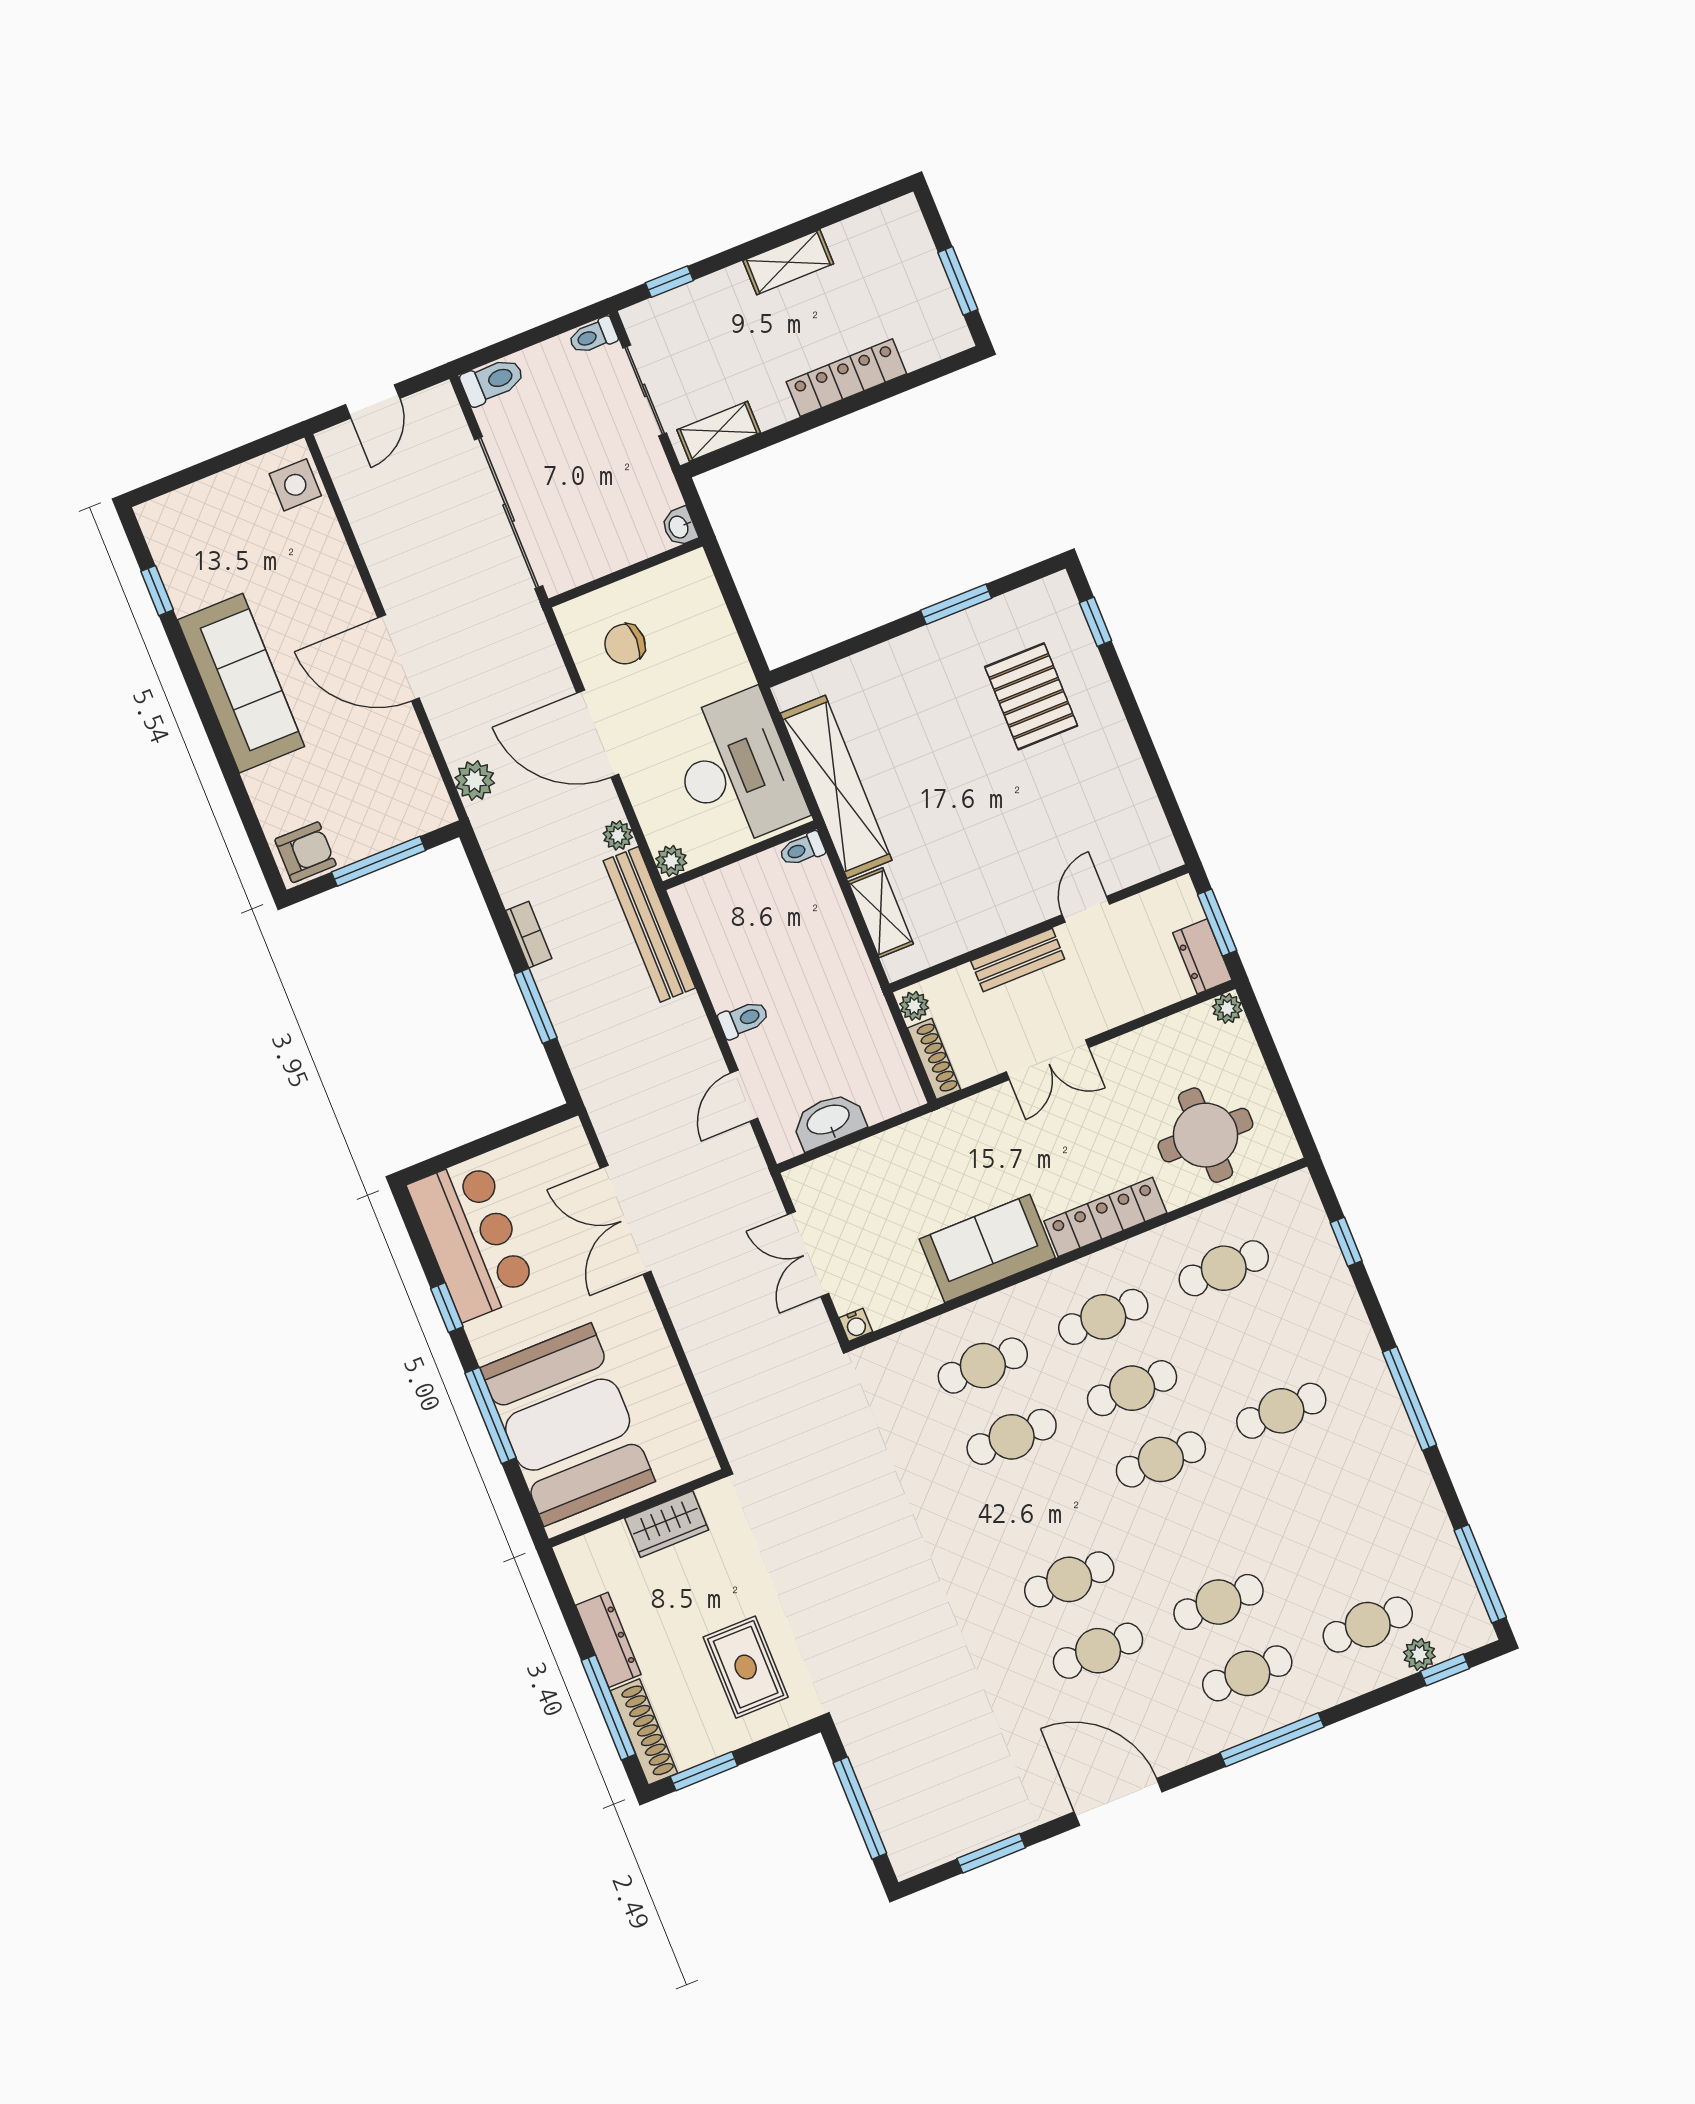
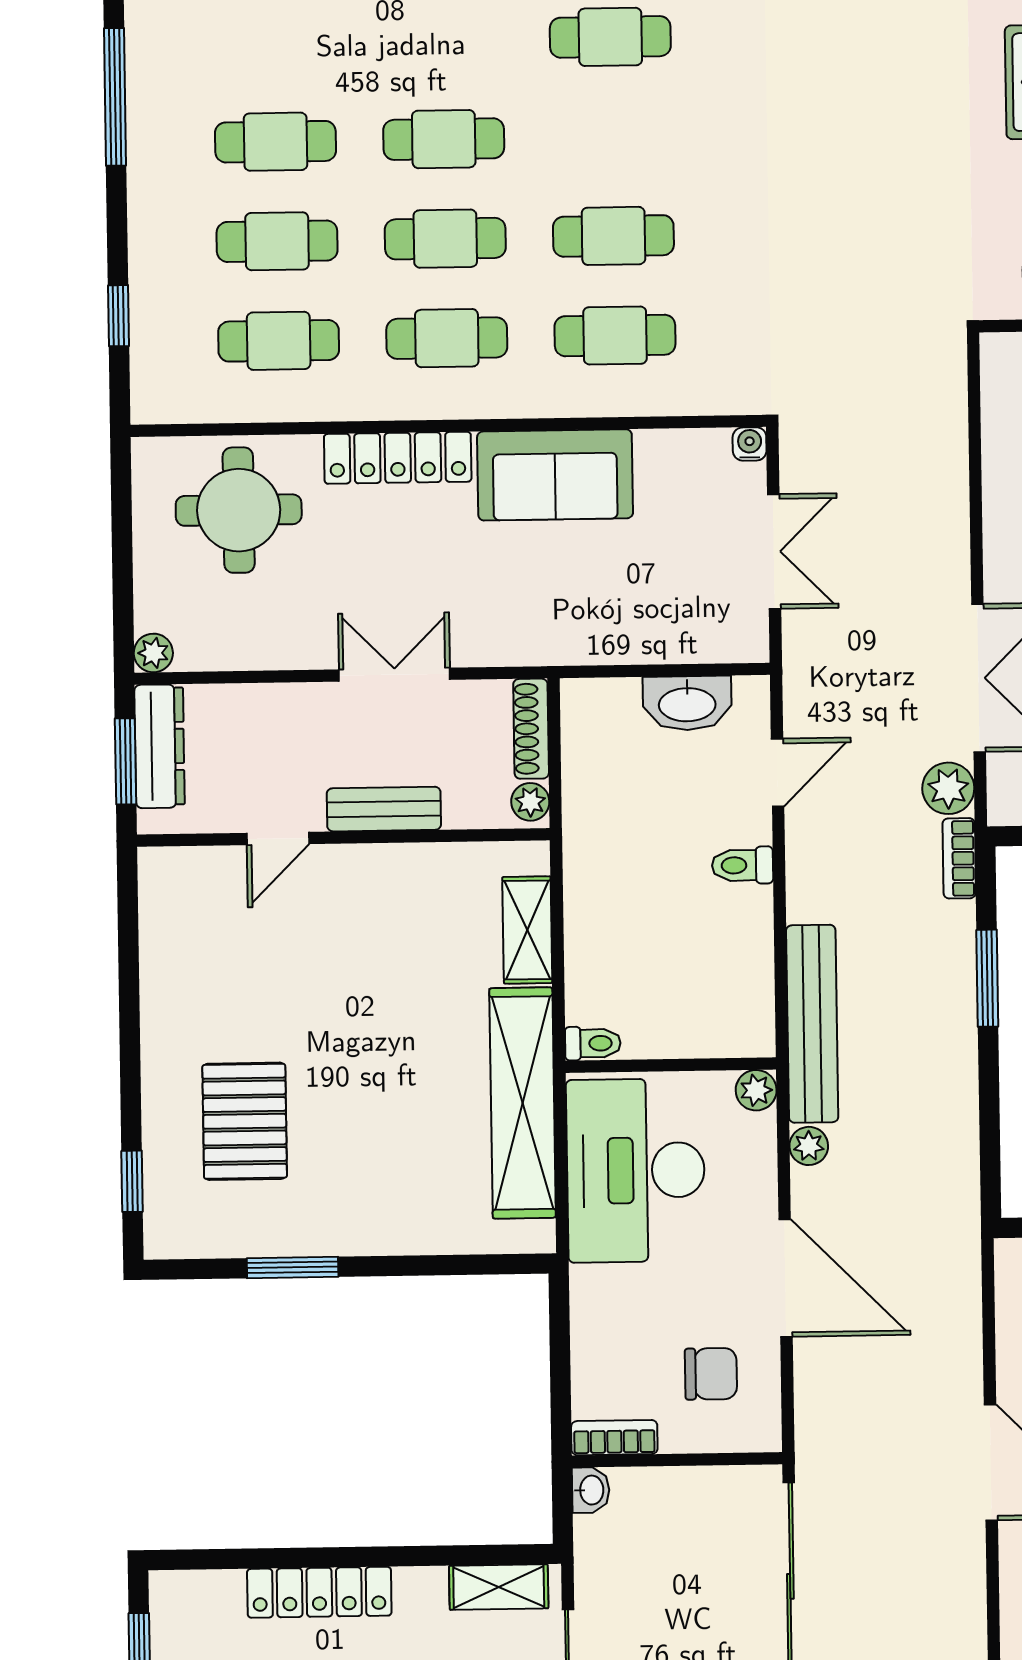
bookcase: (677, 571) -> (614, 1438), added
plant: (475, 780) -> (948, 788), moved
bookcase: (529, 935) -> (959, 858), moved
dresser: (1202, 956) -> (160, 746), width x1.44
cafe table: (1253, 1340) -> (277, 241), added

